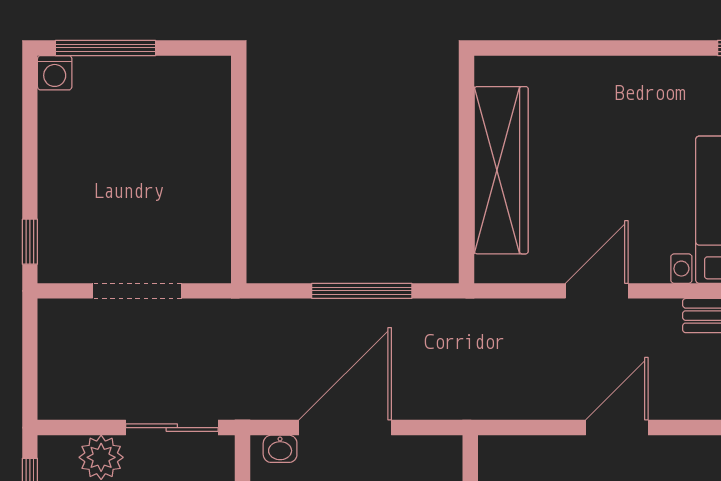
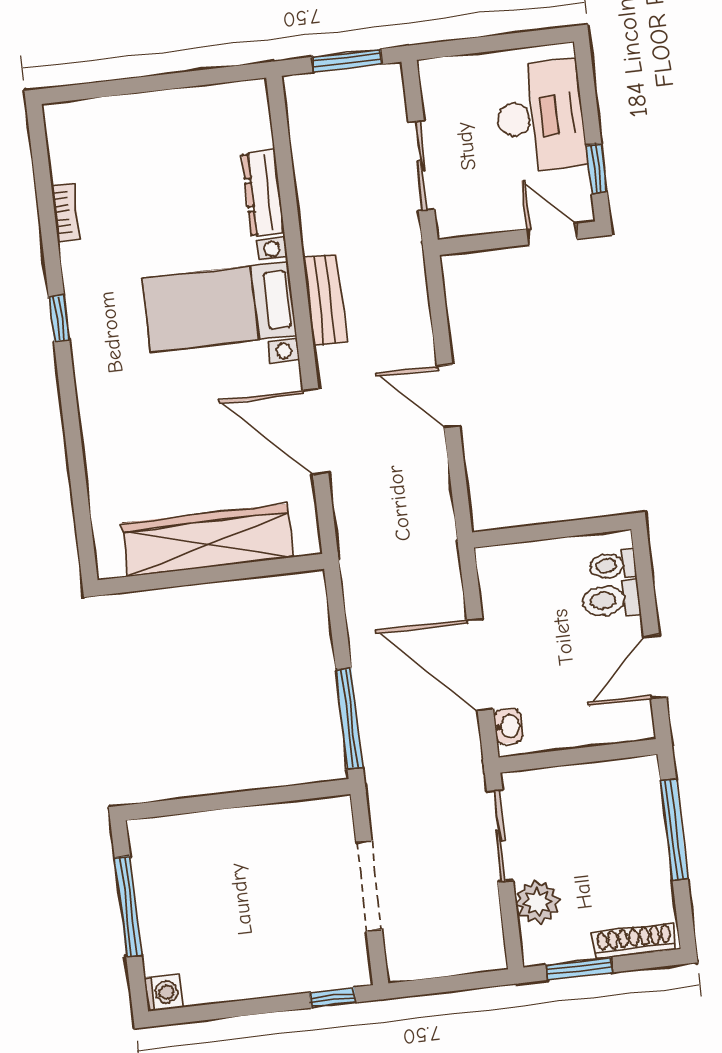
window: (106, 48) -> (128, 906), moved
window: (362, 291) -> (349, 718), moved
door: (597, 291) -> (316, 432), width x1.36

